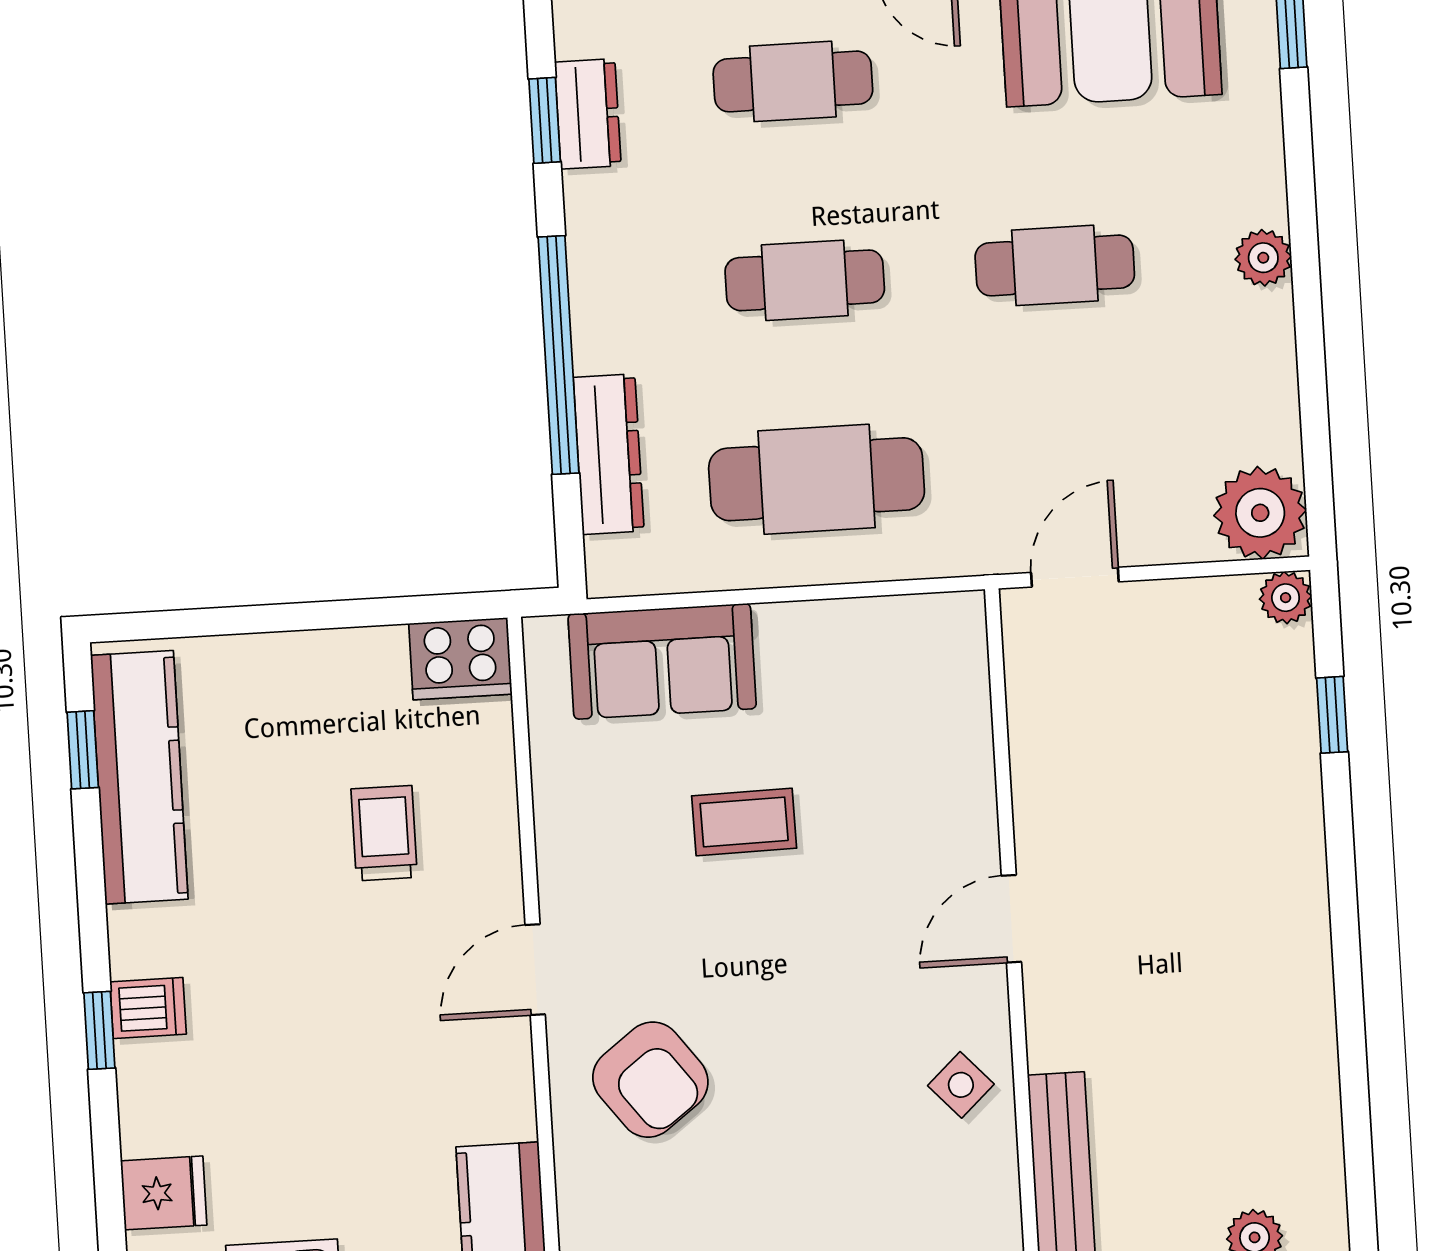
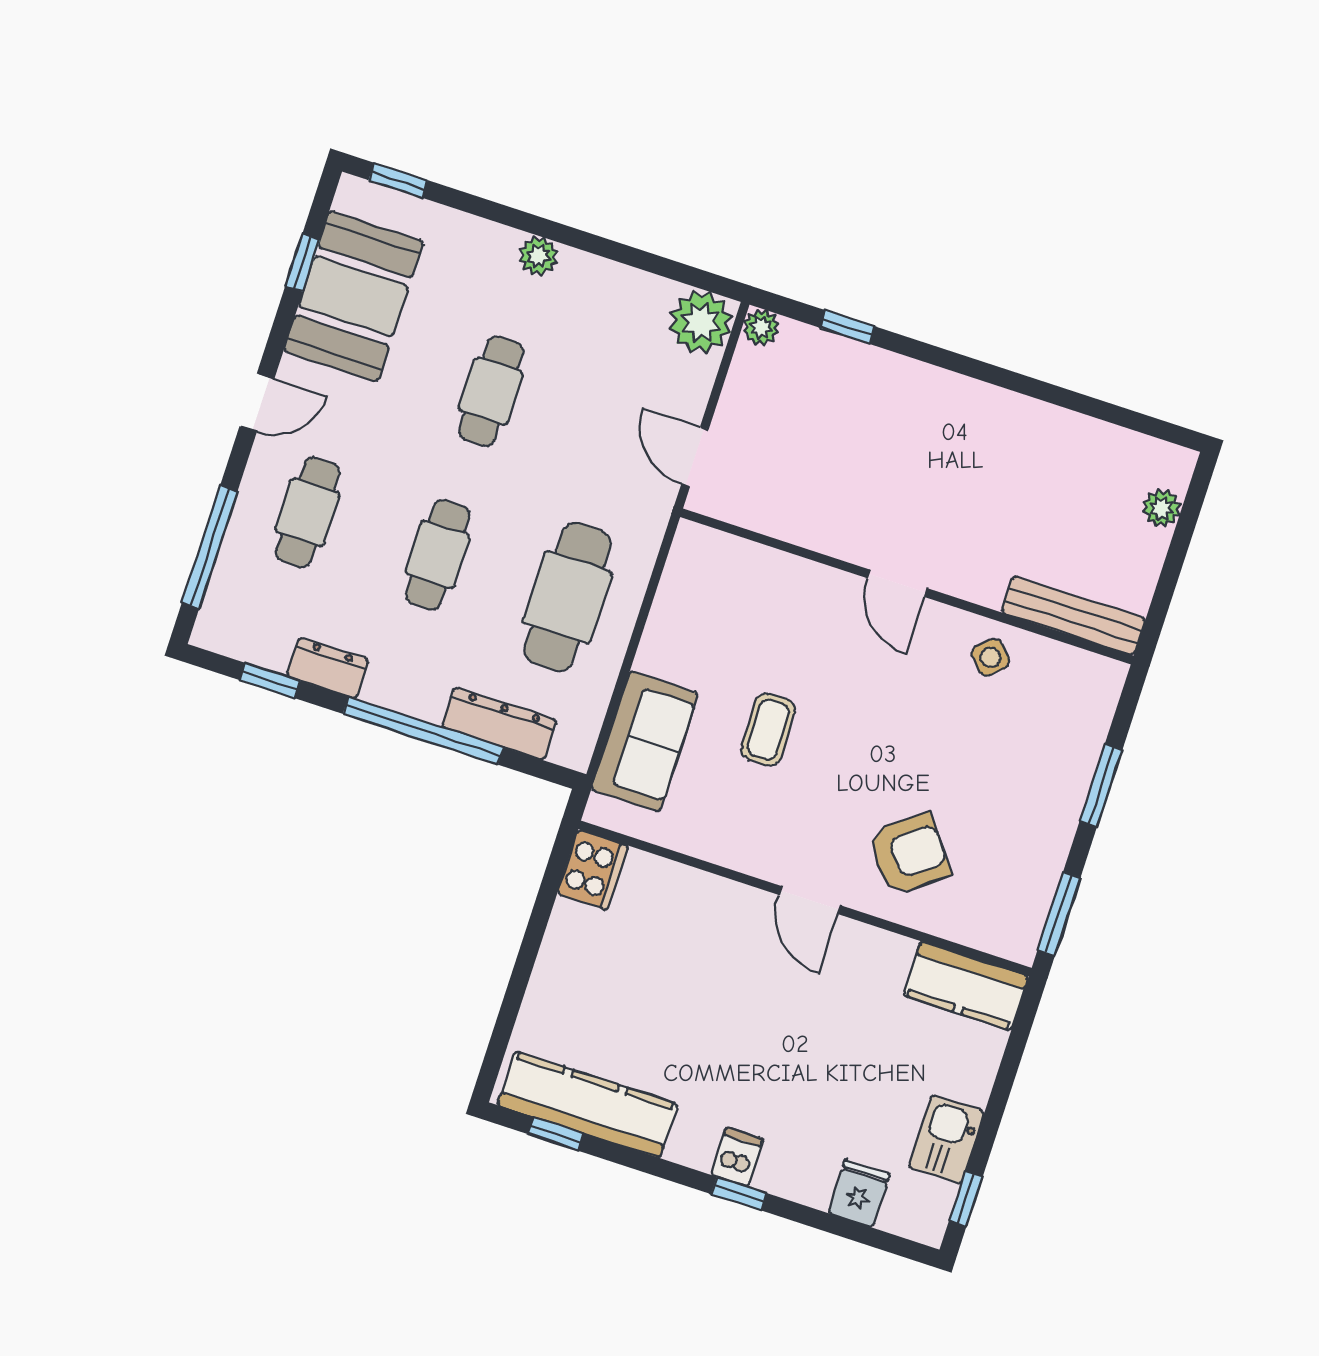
dresser: (588, 114) -> (328, 668), moved
trolley: (384, 833) -> (685, 962), removed

